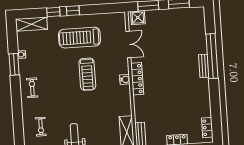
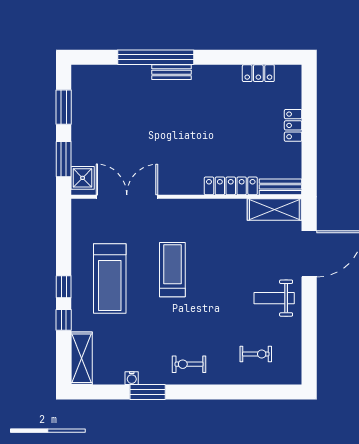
double door: (128, 44) -> (127, 197), width x1.37
treadmill: (87, 74) -> (172, 270), turned -90
water cooler: (125, 79) -> (185, 207), removed
locker: (137, 79) -> (231, 186), moved
locker: (207, 128) -> (258, 73), moved

